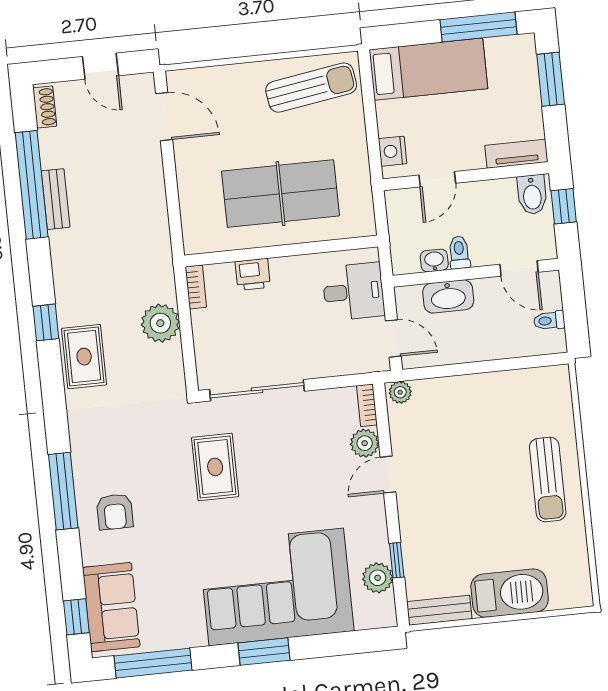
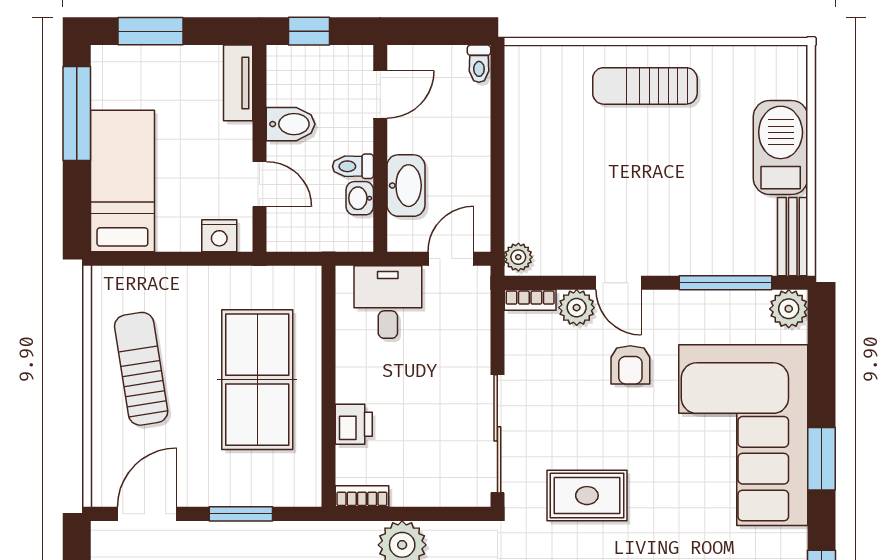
sun lounger: (311, 88) -> (141, 369), moved
window: (172, 191) -> (241, 514), added
bidet: (532, 194) -> (291, 124), moved
toilet: (549, 321) -> (479, 64), moved
sun lounger: (548, 479) -> (645, 86), turned 180
armchair: (323, 491) -> (630, 365), added
window: (397, 560) -> (726, 283), width x2.17
plant: (378, 578) -> (789, 309), moved

